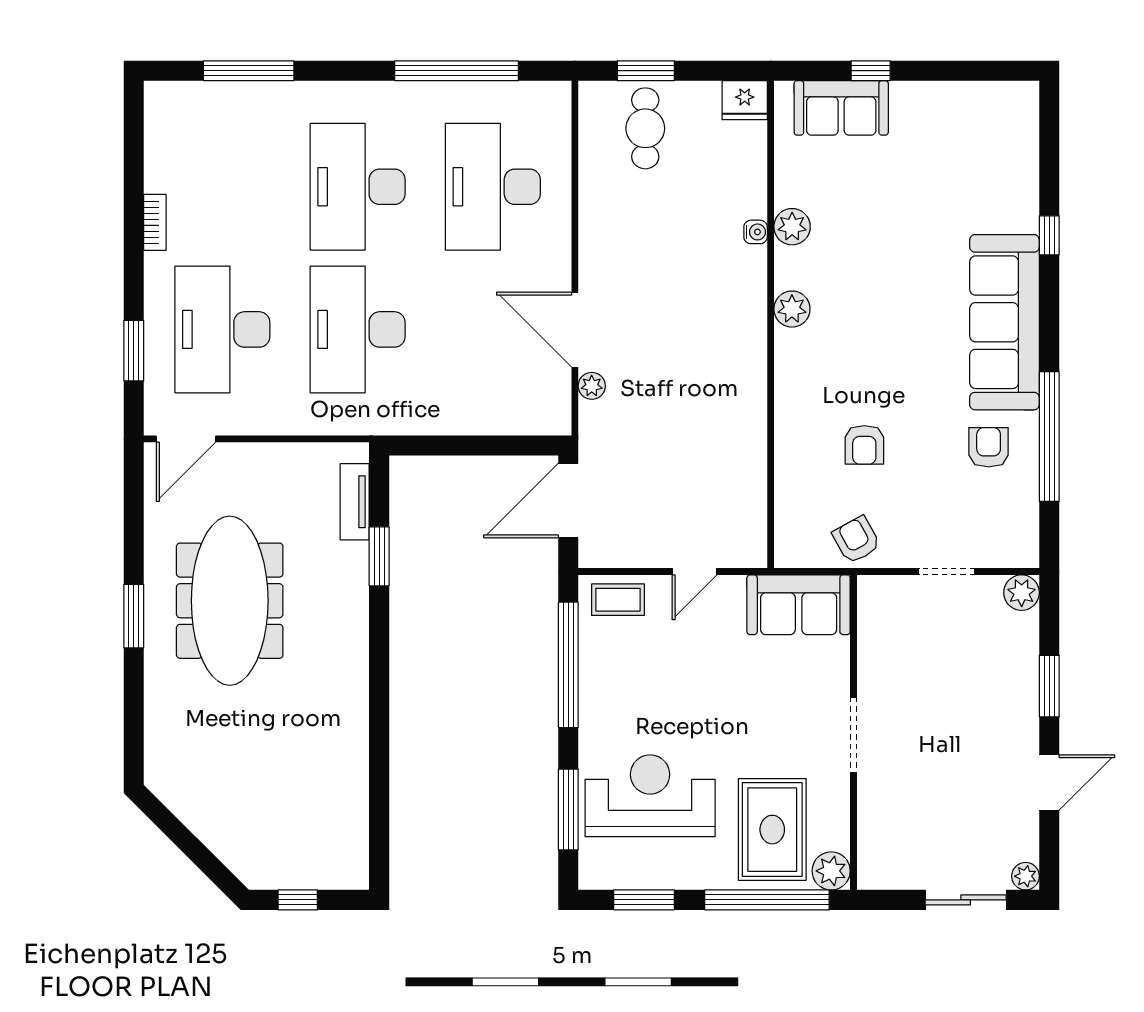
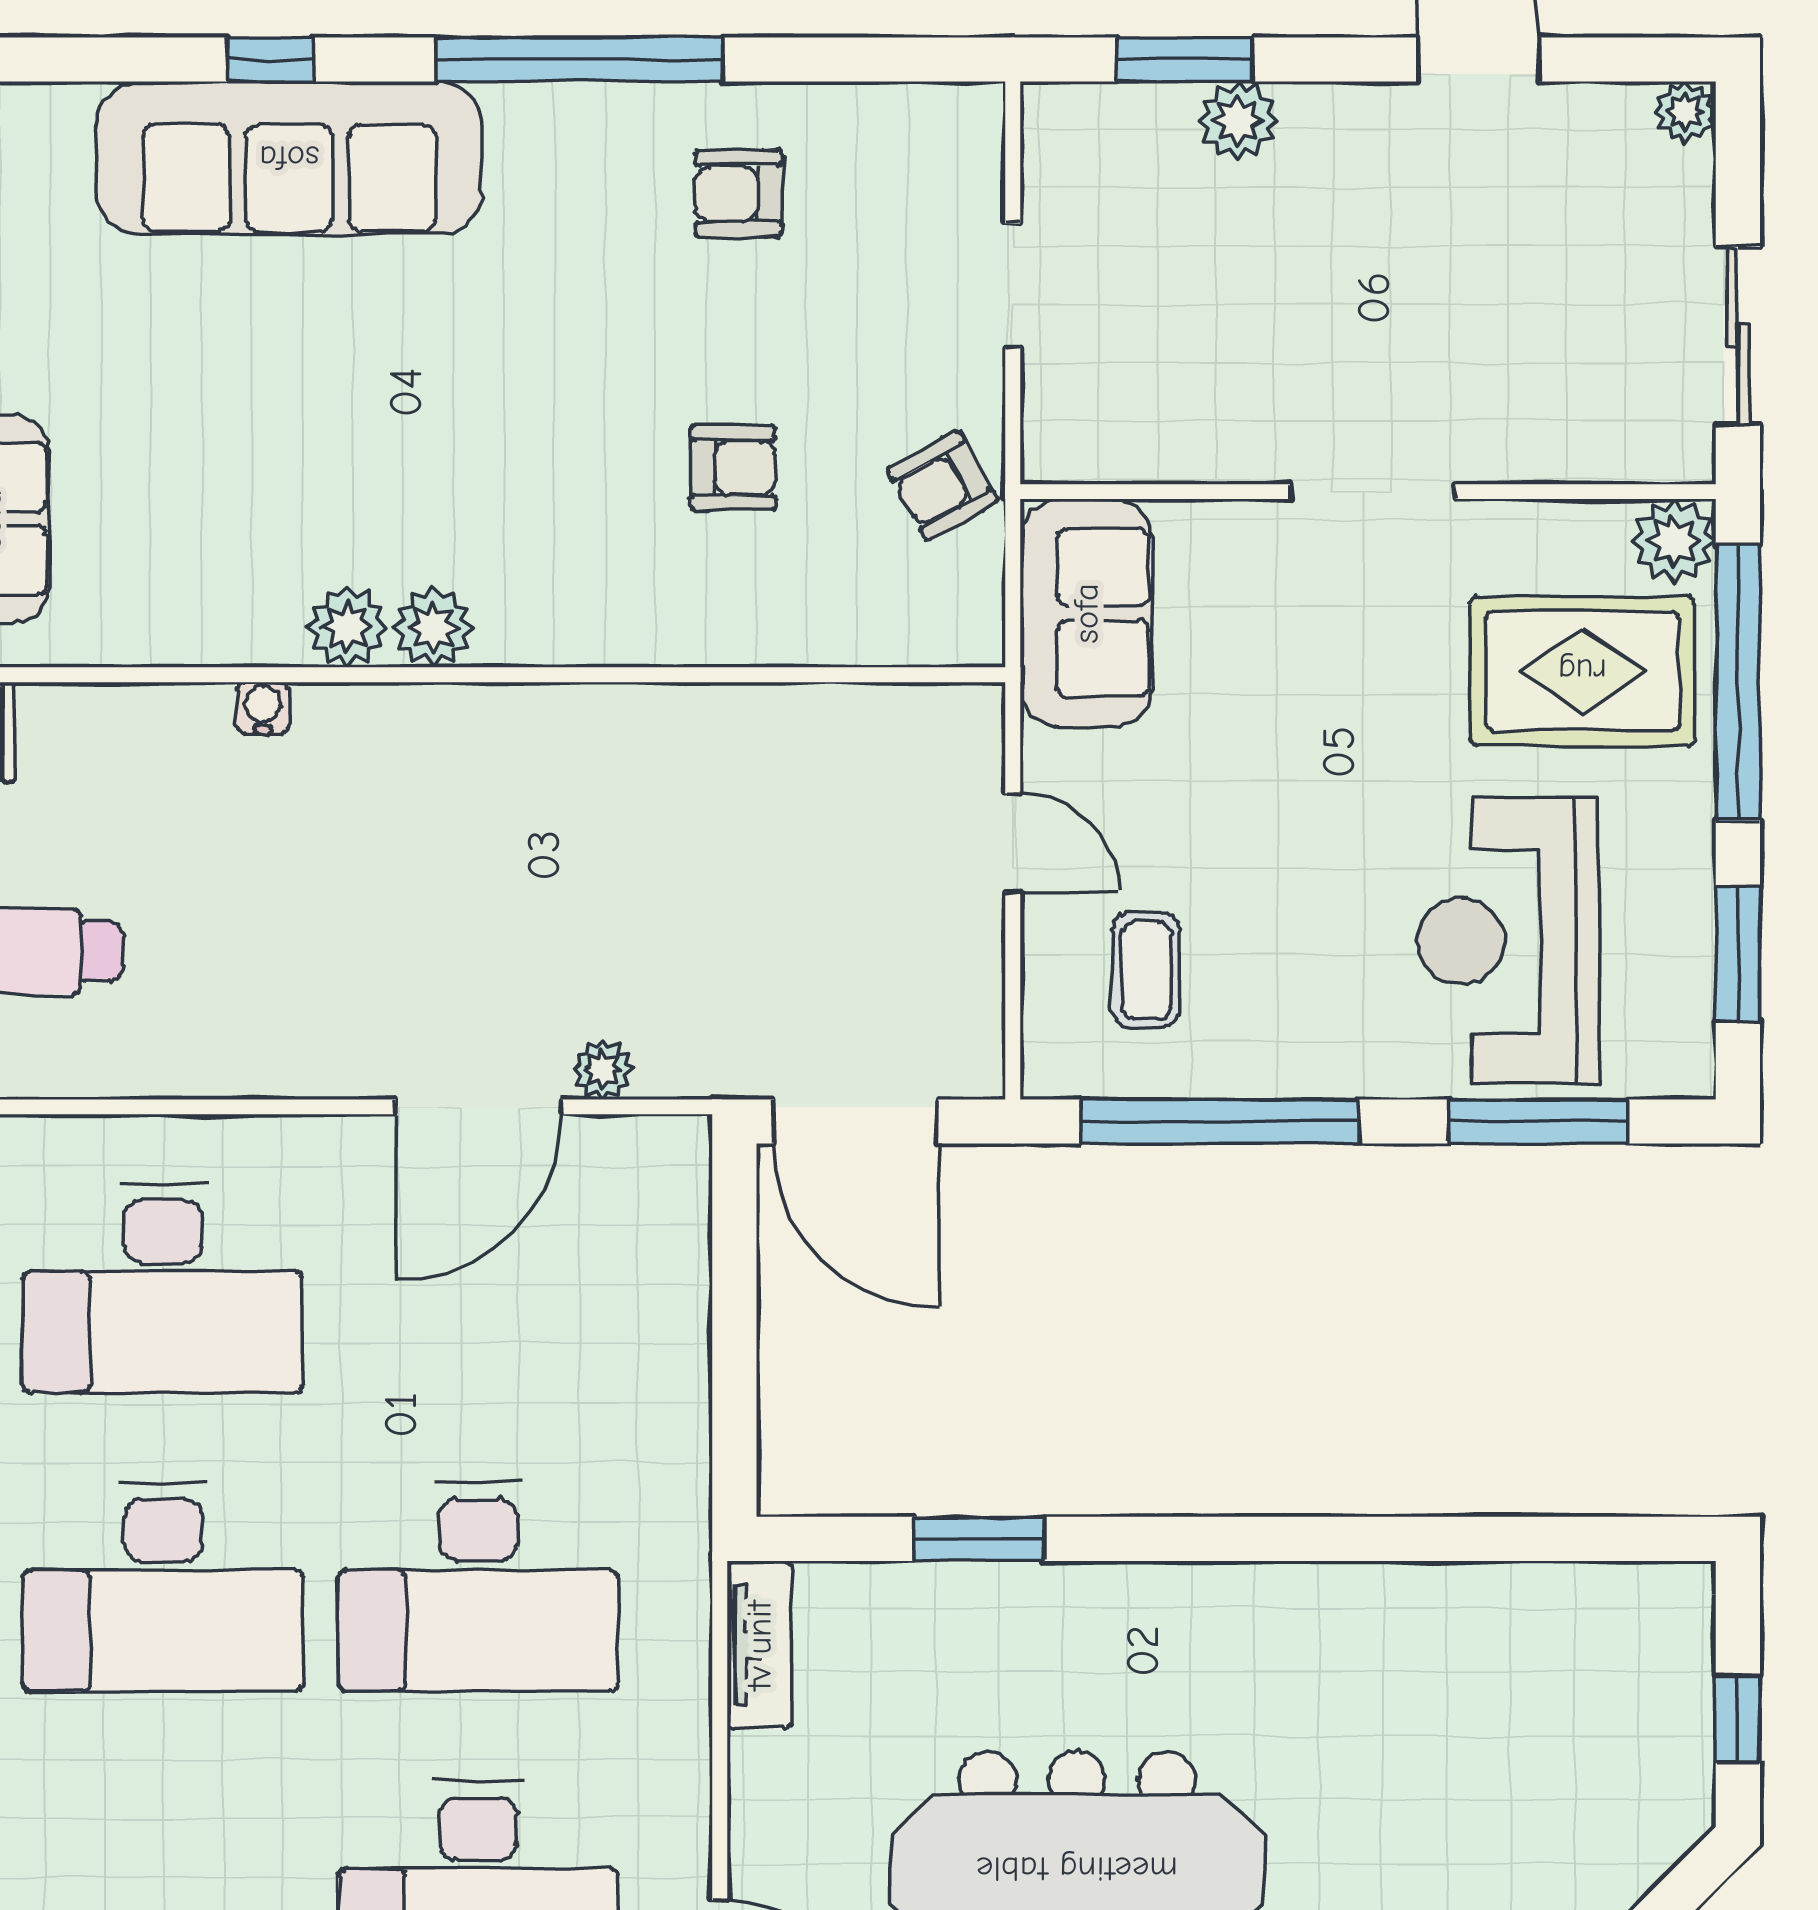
plant: (792, 227) -> (347, 627), moved
sofa: (1004, 322) -> (289, 158), moved
window: (1049, 437) -> (579, 59), moved
tv unit: (355, 502) -> (759, 1645), moved, turned -90
plant: (1022, 593) -> (1238, 121), moved
coffee table: (618, 600) -> (1146, 970), moved
window: (1049, 686) -> (1185, 59), moved
sliding door: (966, 900) -> (1738, 336), moved

